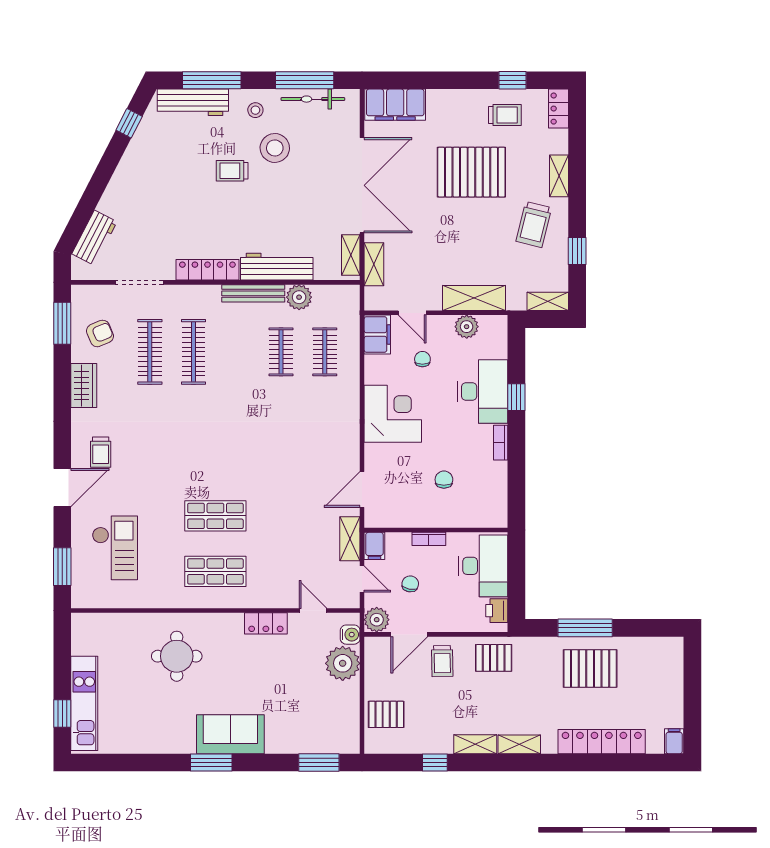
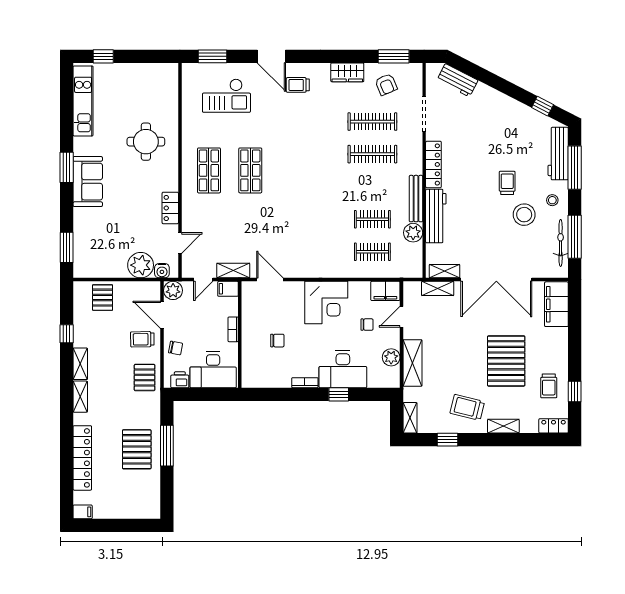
chair: (410, 584) -> (176, 348), moved
kitchen unit: (84, 703) -> (83, 101), moved, turned -90

